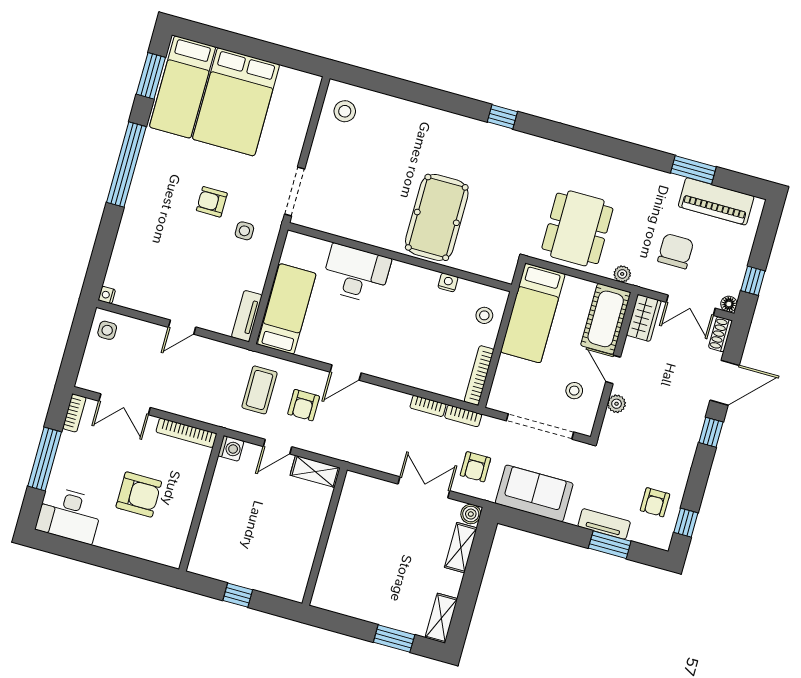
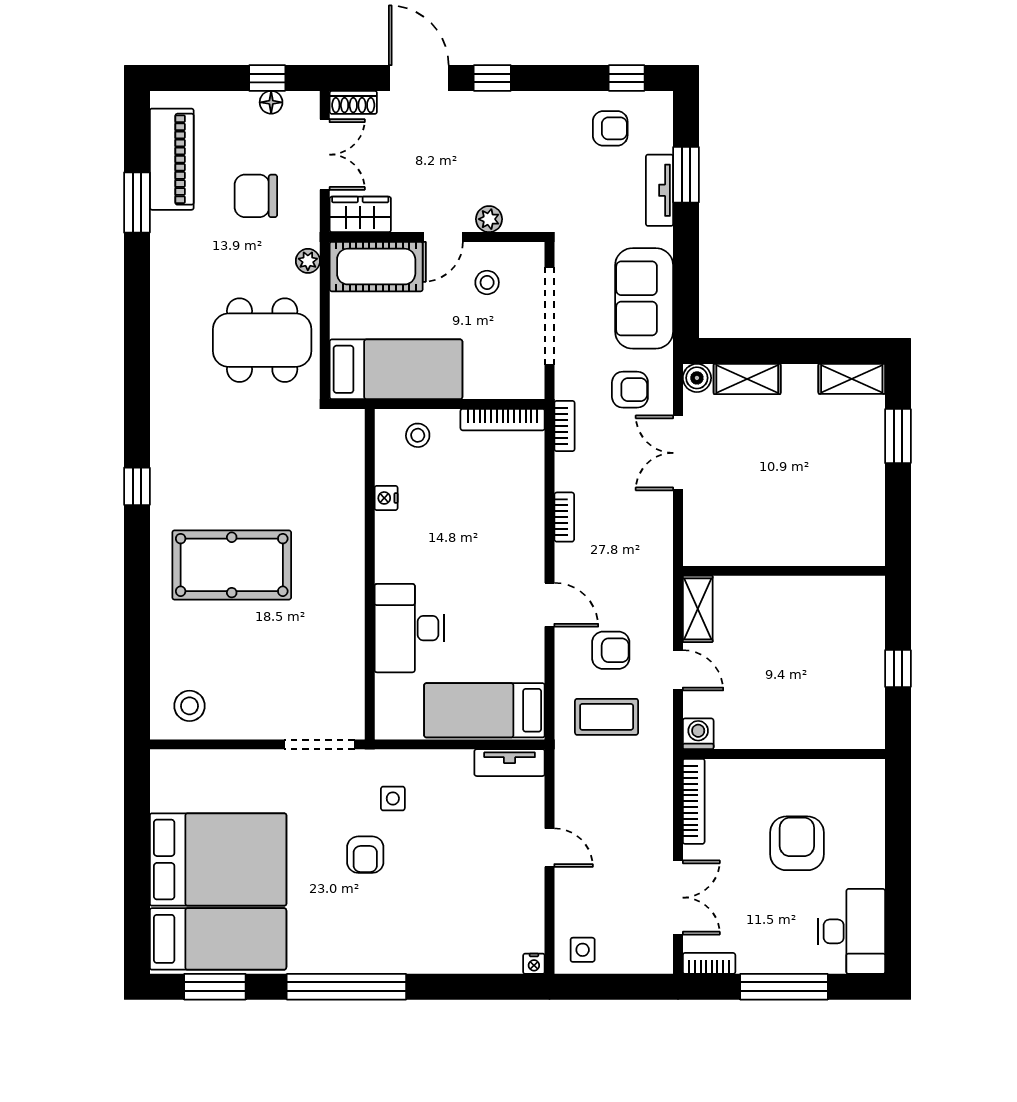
pool table: (437, 217) -> (232, 565), moved
floor lamp: (729, 304) -> (271, 102), moved
bookcase: (428, 406) -> (564, 517), moved

